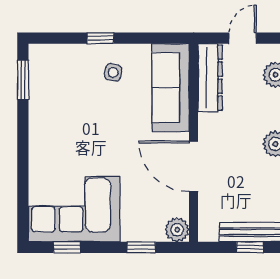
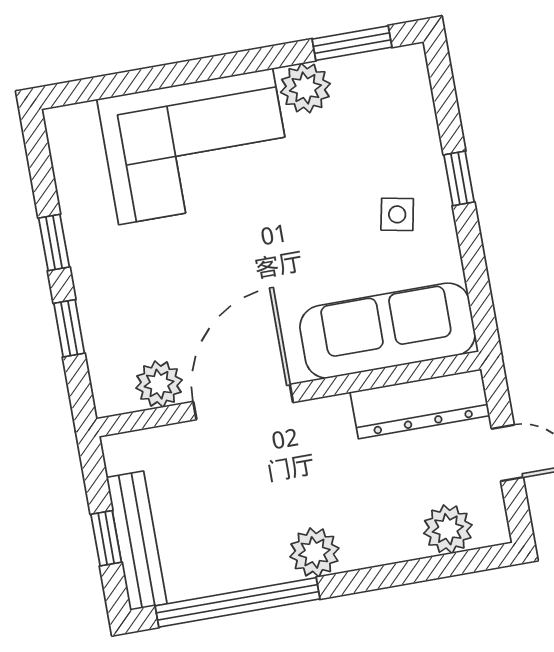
plant: (41, 107) -> (305, 88), added
corner sofa: (74, 209) -> (196, 146), moved, turned 90
plant: (177, 230) -> (159, 384), moved
window: (67, 247) -> (54, 243), moved

